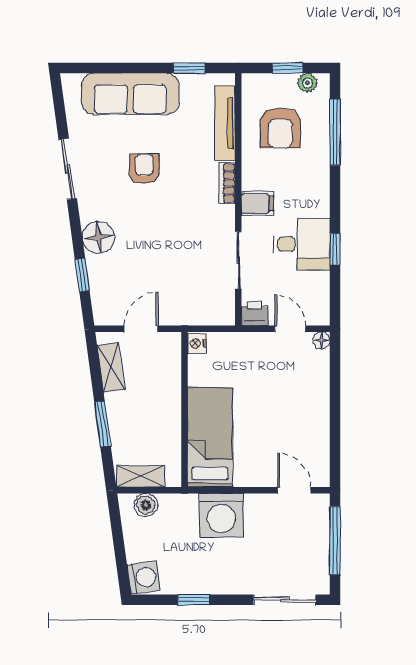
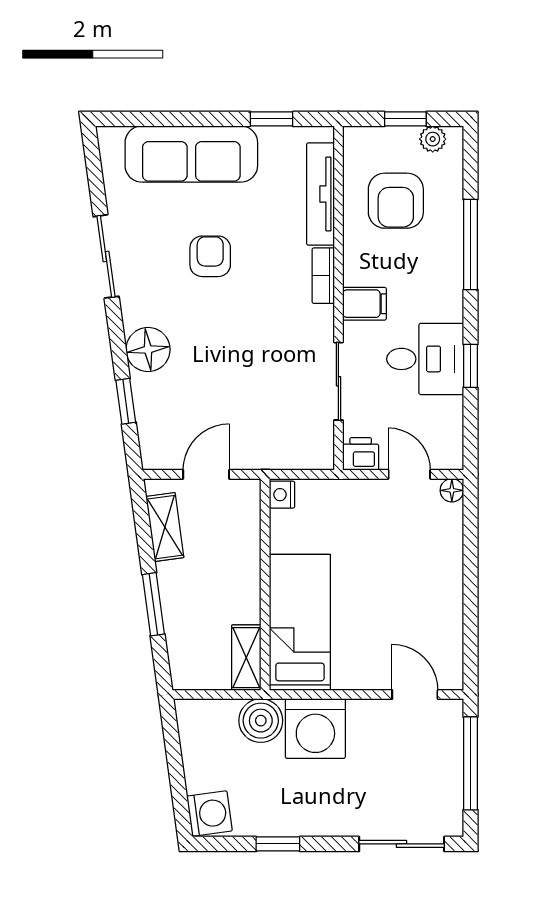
window: (335, 132) -> (471, 245), moved
shelving: (141, 476) -> (246, 658), moved, turned 90
boiler: (146, 505) -> (261, 721), moved, width x1.36, depth x1.36

